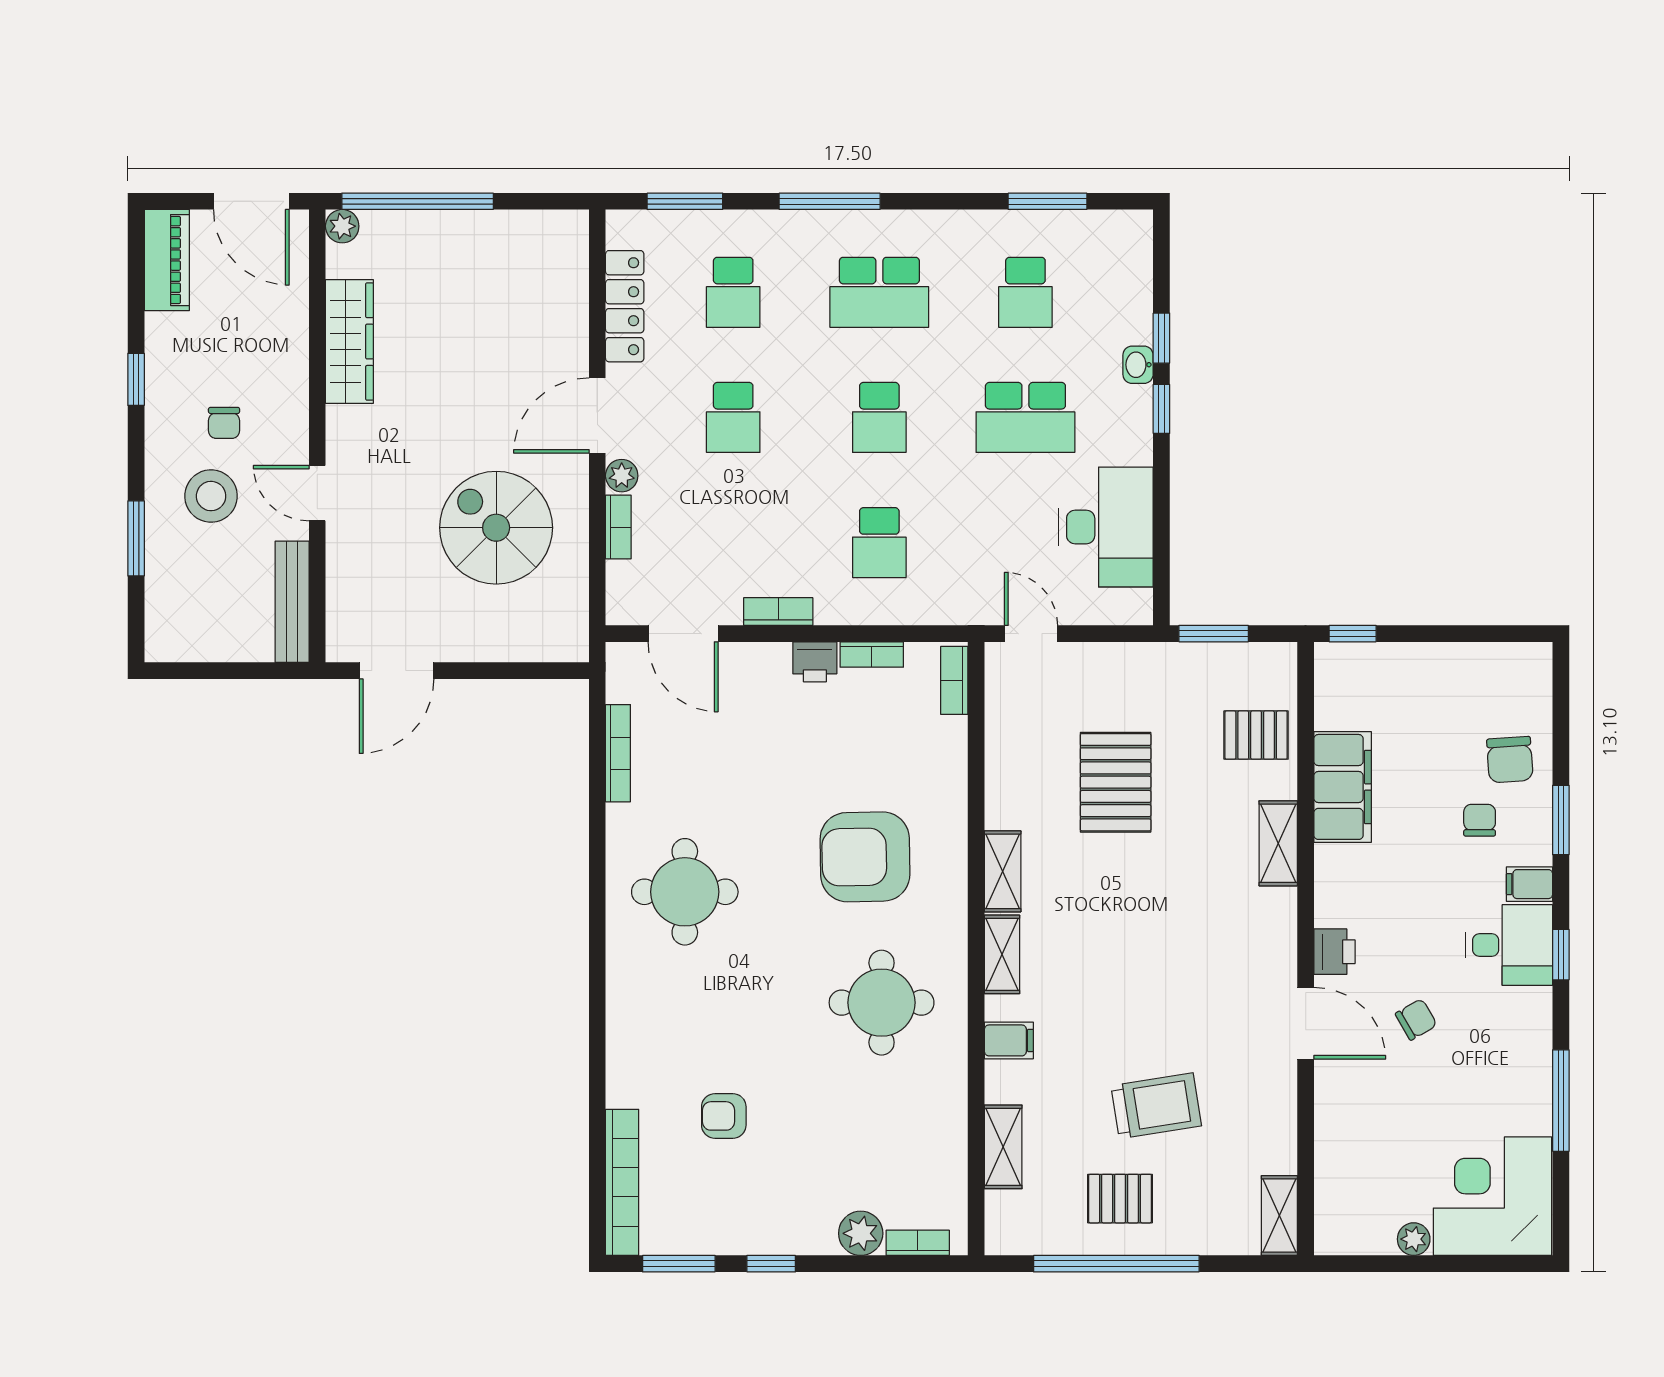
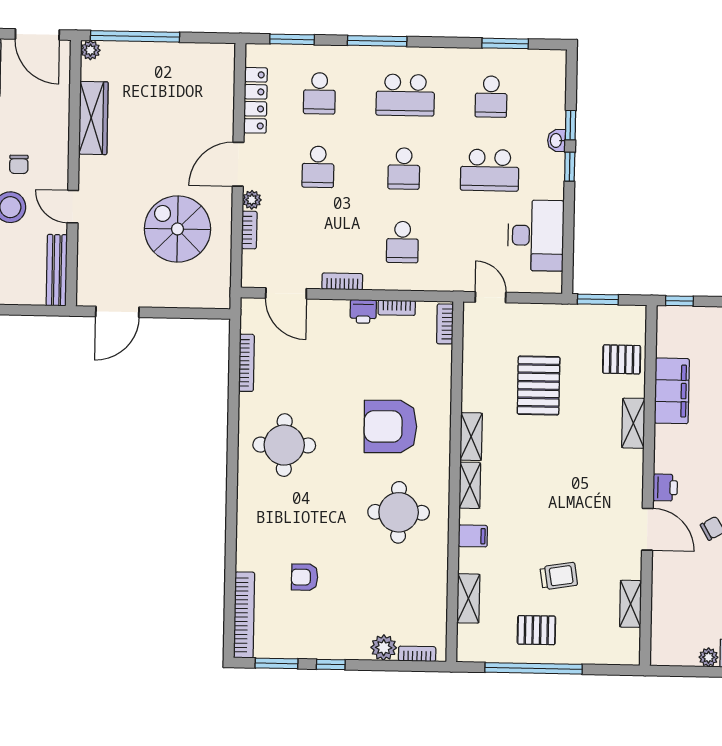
trolley: (1156, 1106) -> (559, 576), width x0.73, depth x0.72
shelving: (1279, 1216) -> (631, 604), moved

